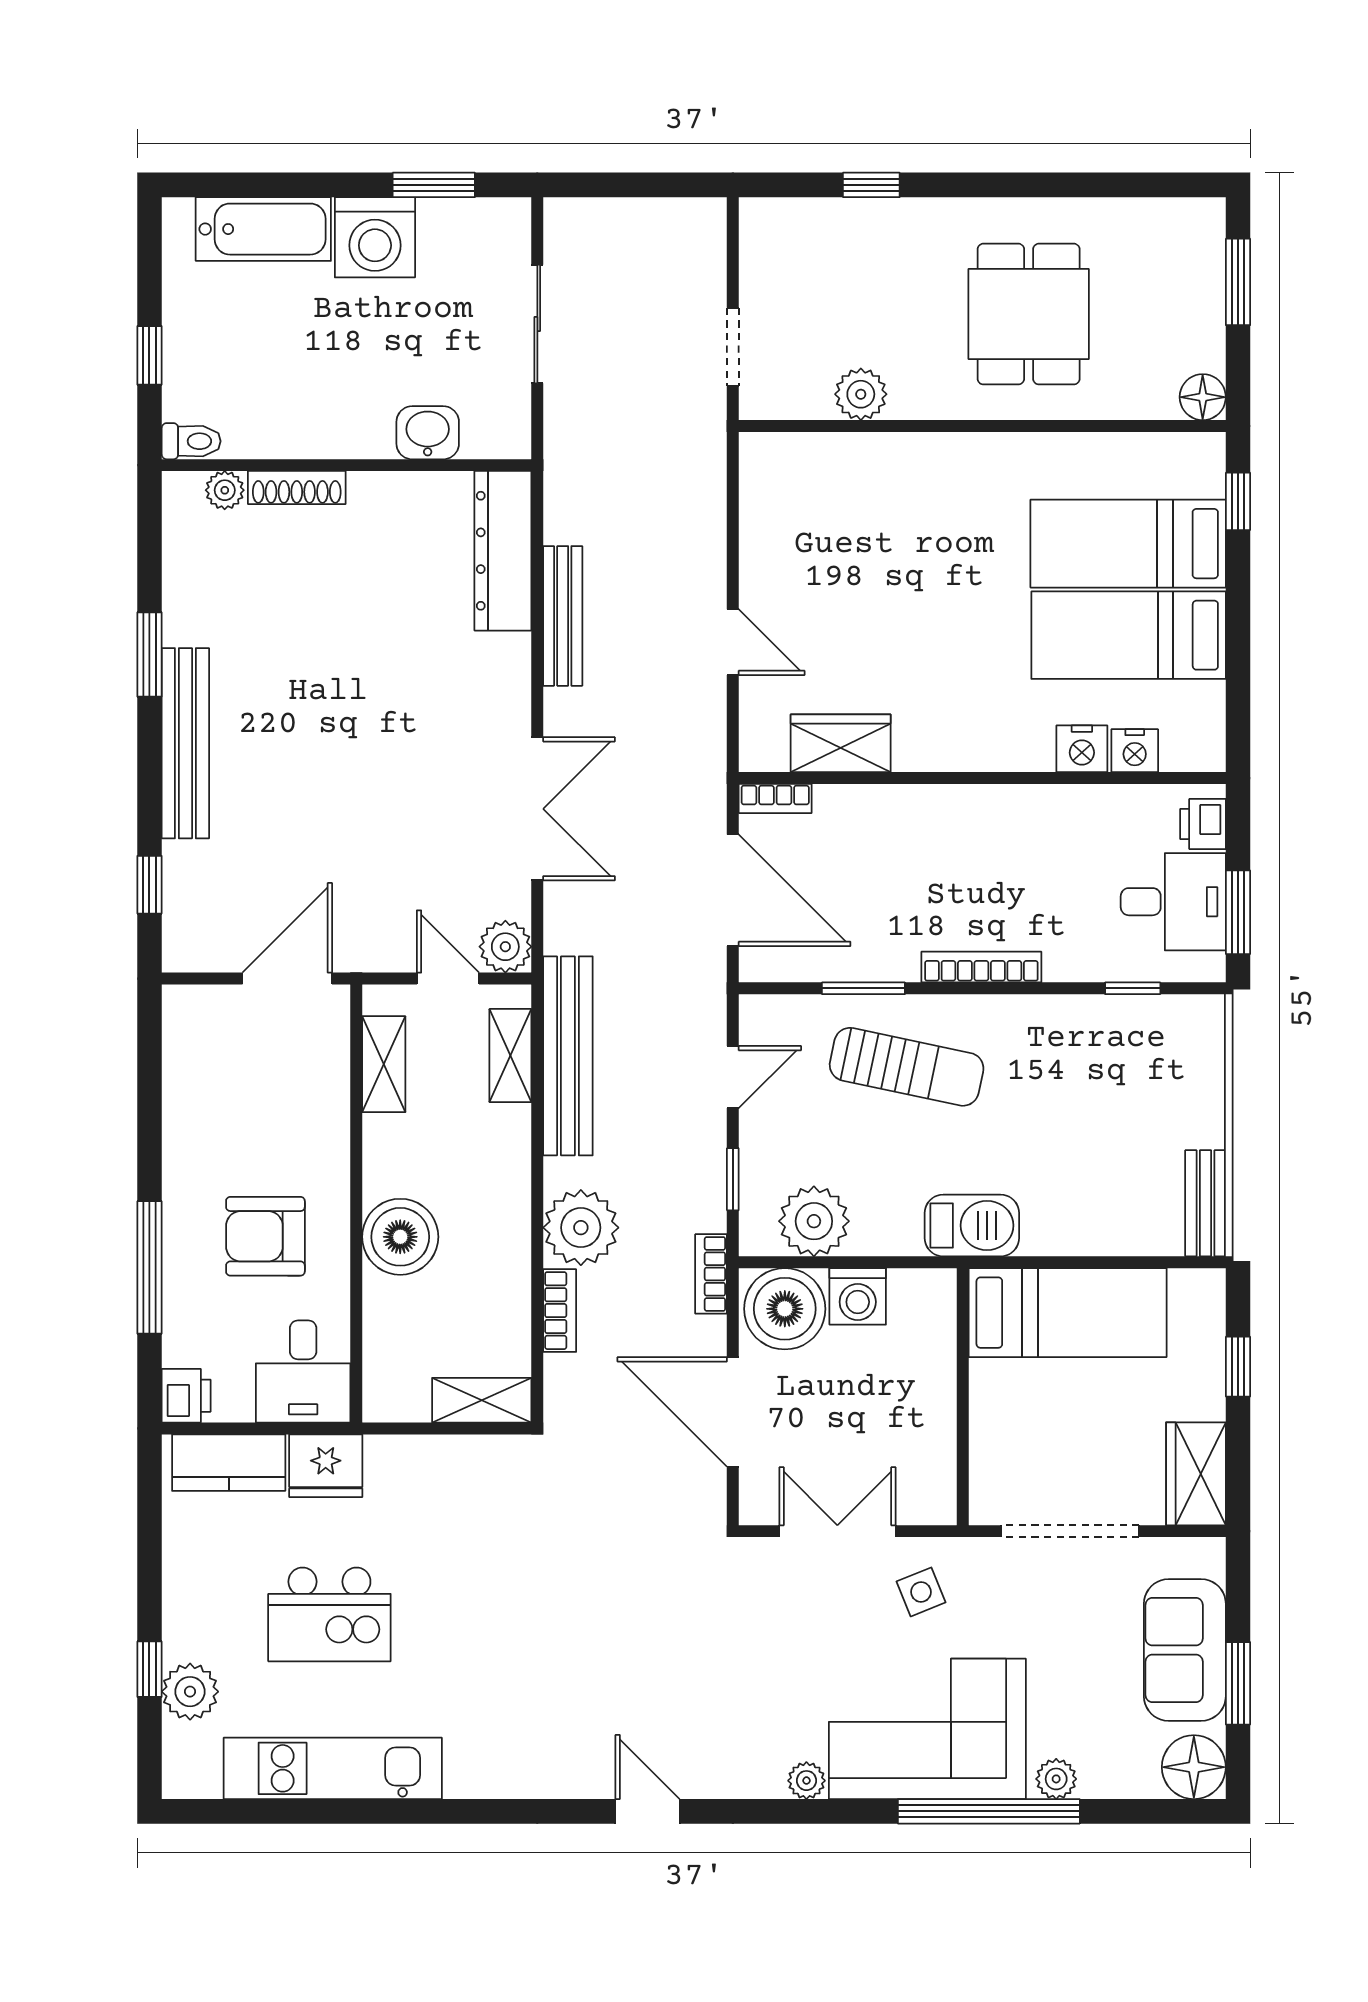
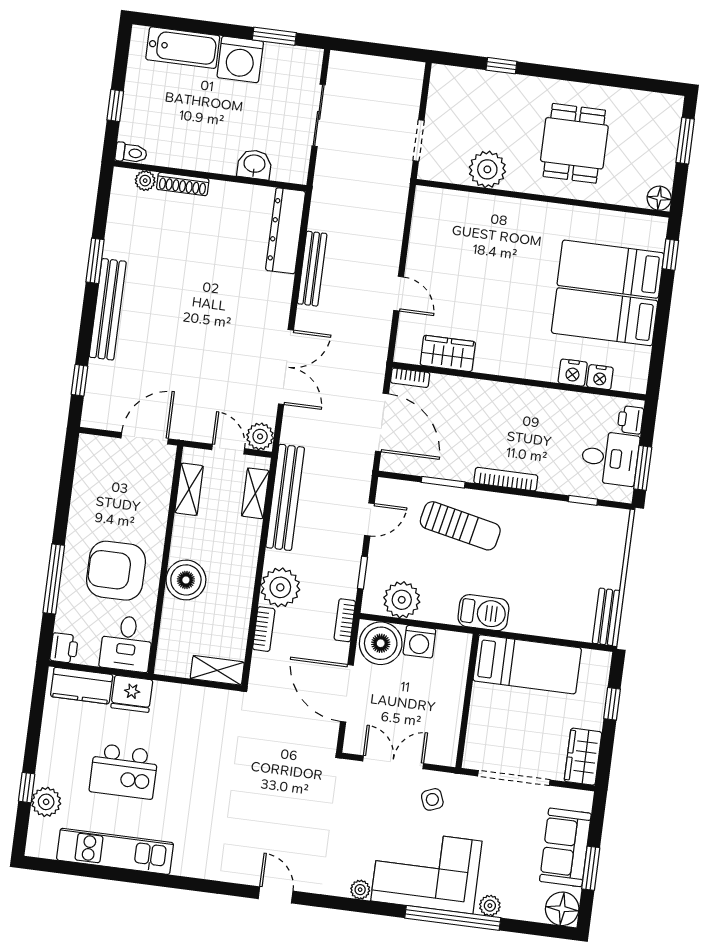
plant: (861, 394) -> (487, 169), width x1.36, depth x1.36
armchair: (265, 1236) -> (116, 571), width x1.36, depth x1.36

